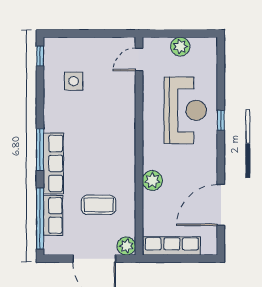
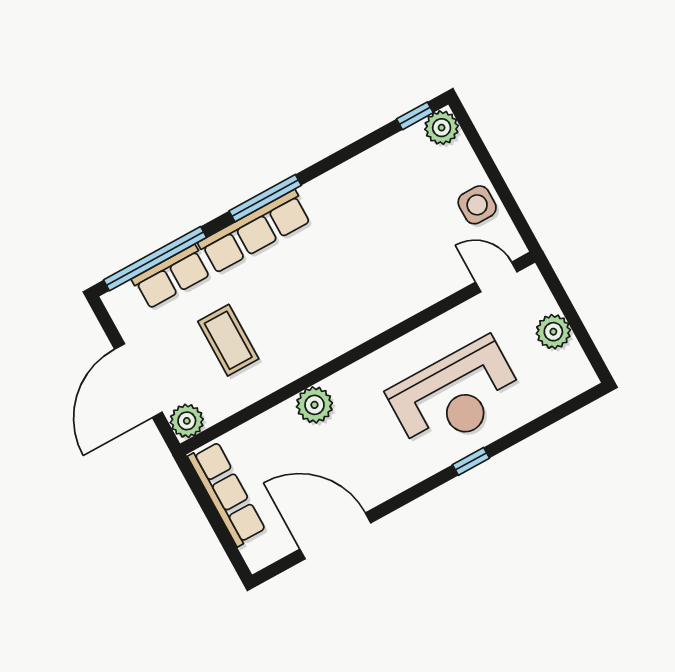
plant: (53, 46) -> (442, 128), added
side table: (74, 81) -> (477, 205), moved

